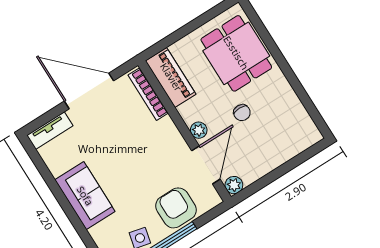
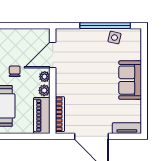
plant: (234, 185) -> (44, 90), moved
armchair: (176, 208) -> (84, 42), removed

